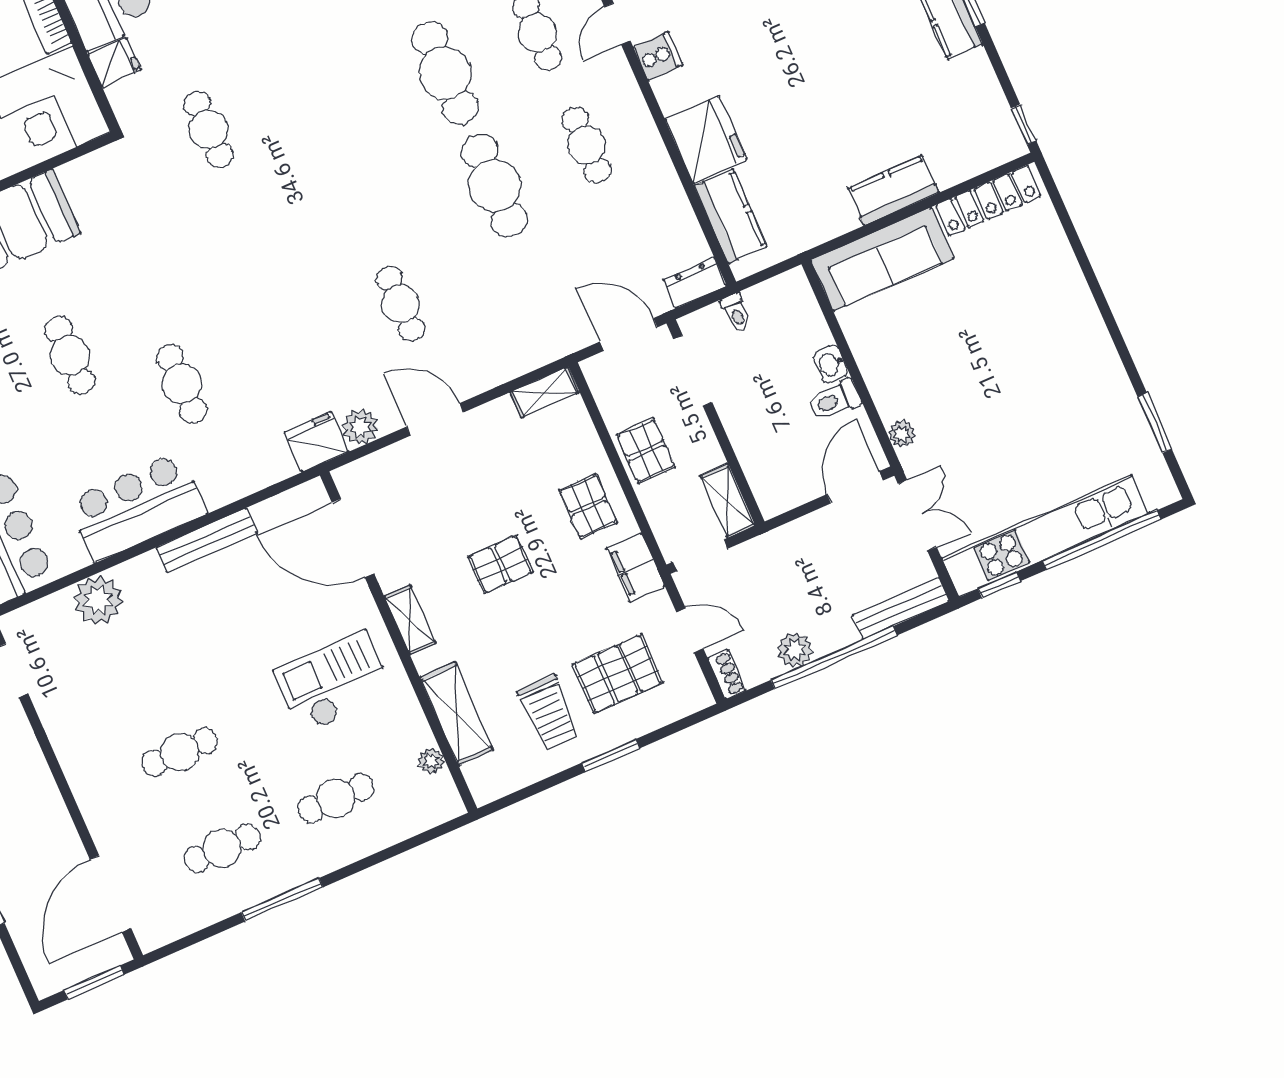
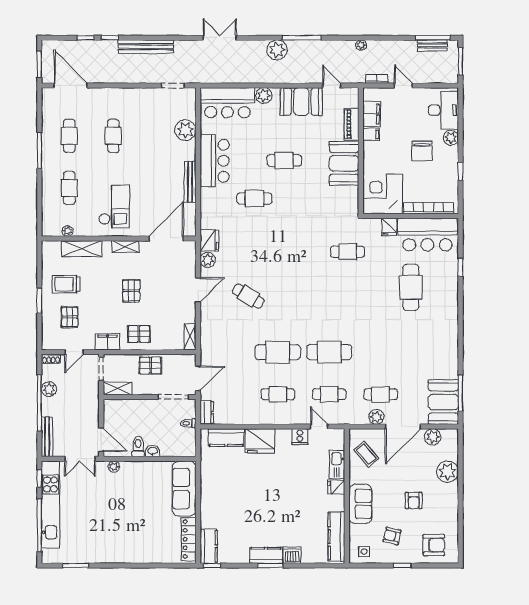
kitchen counter: (893, 190) -> (209, 546), moved
cafe table: (400, 304) -> (248, 296), turned 31
pallet: (618, 673) -> (70, 317), width x0.67, depth x0.71

